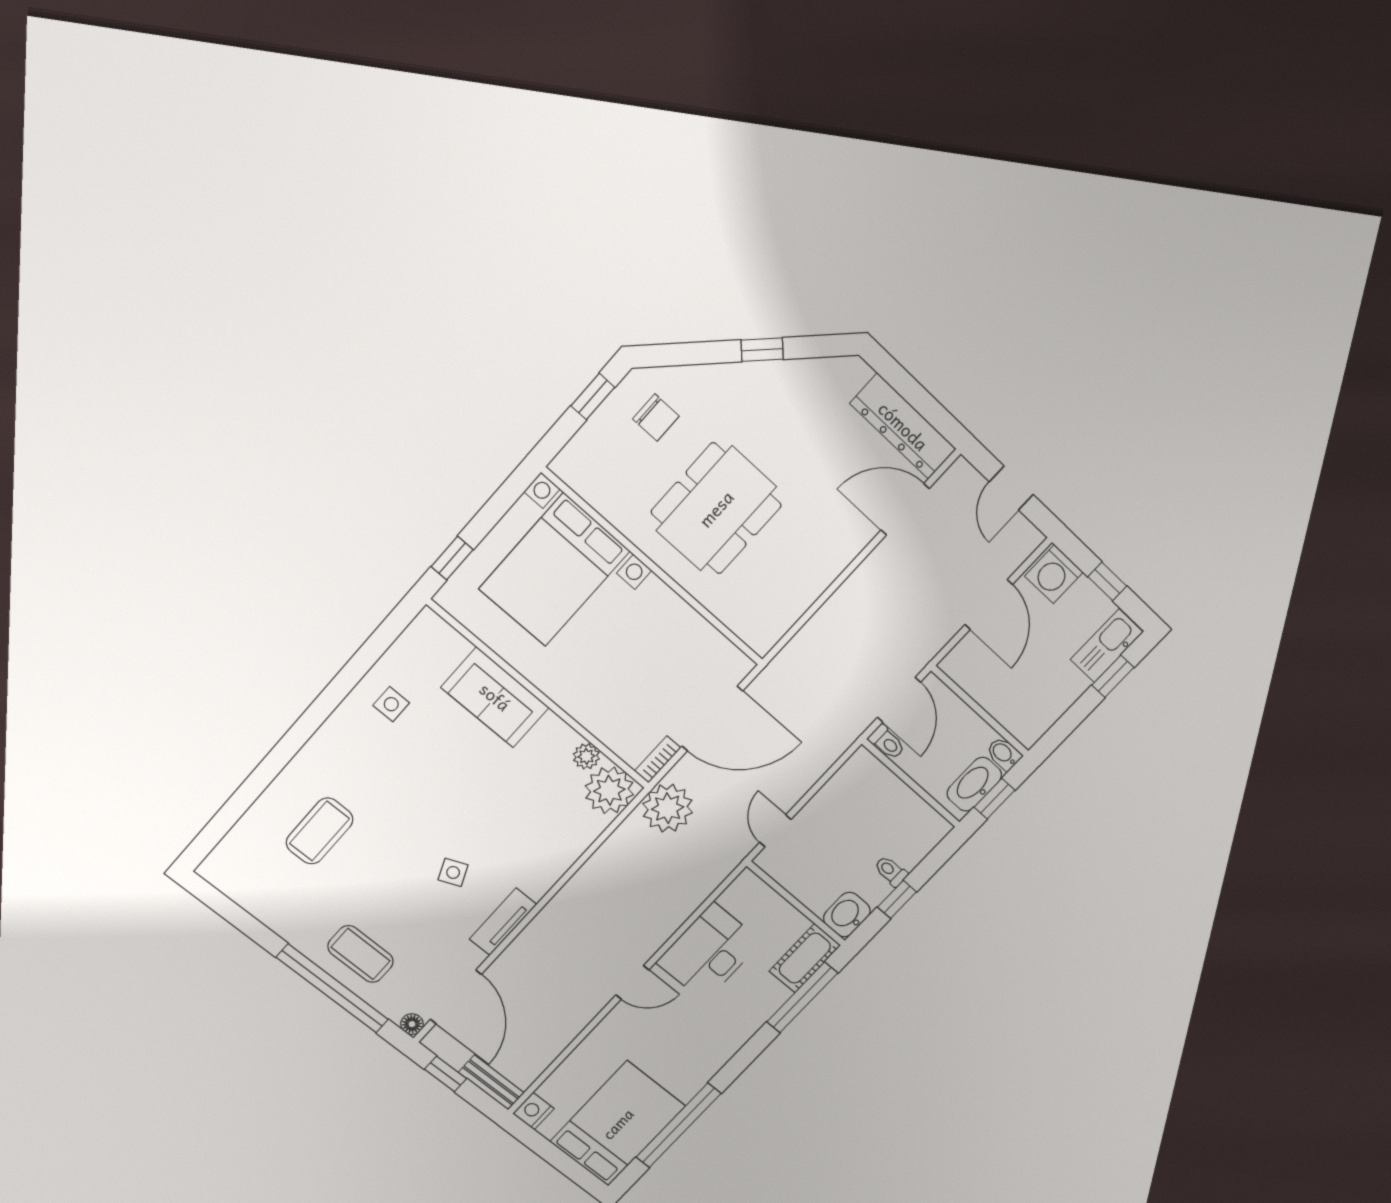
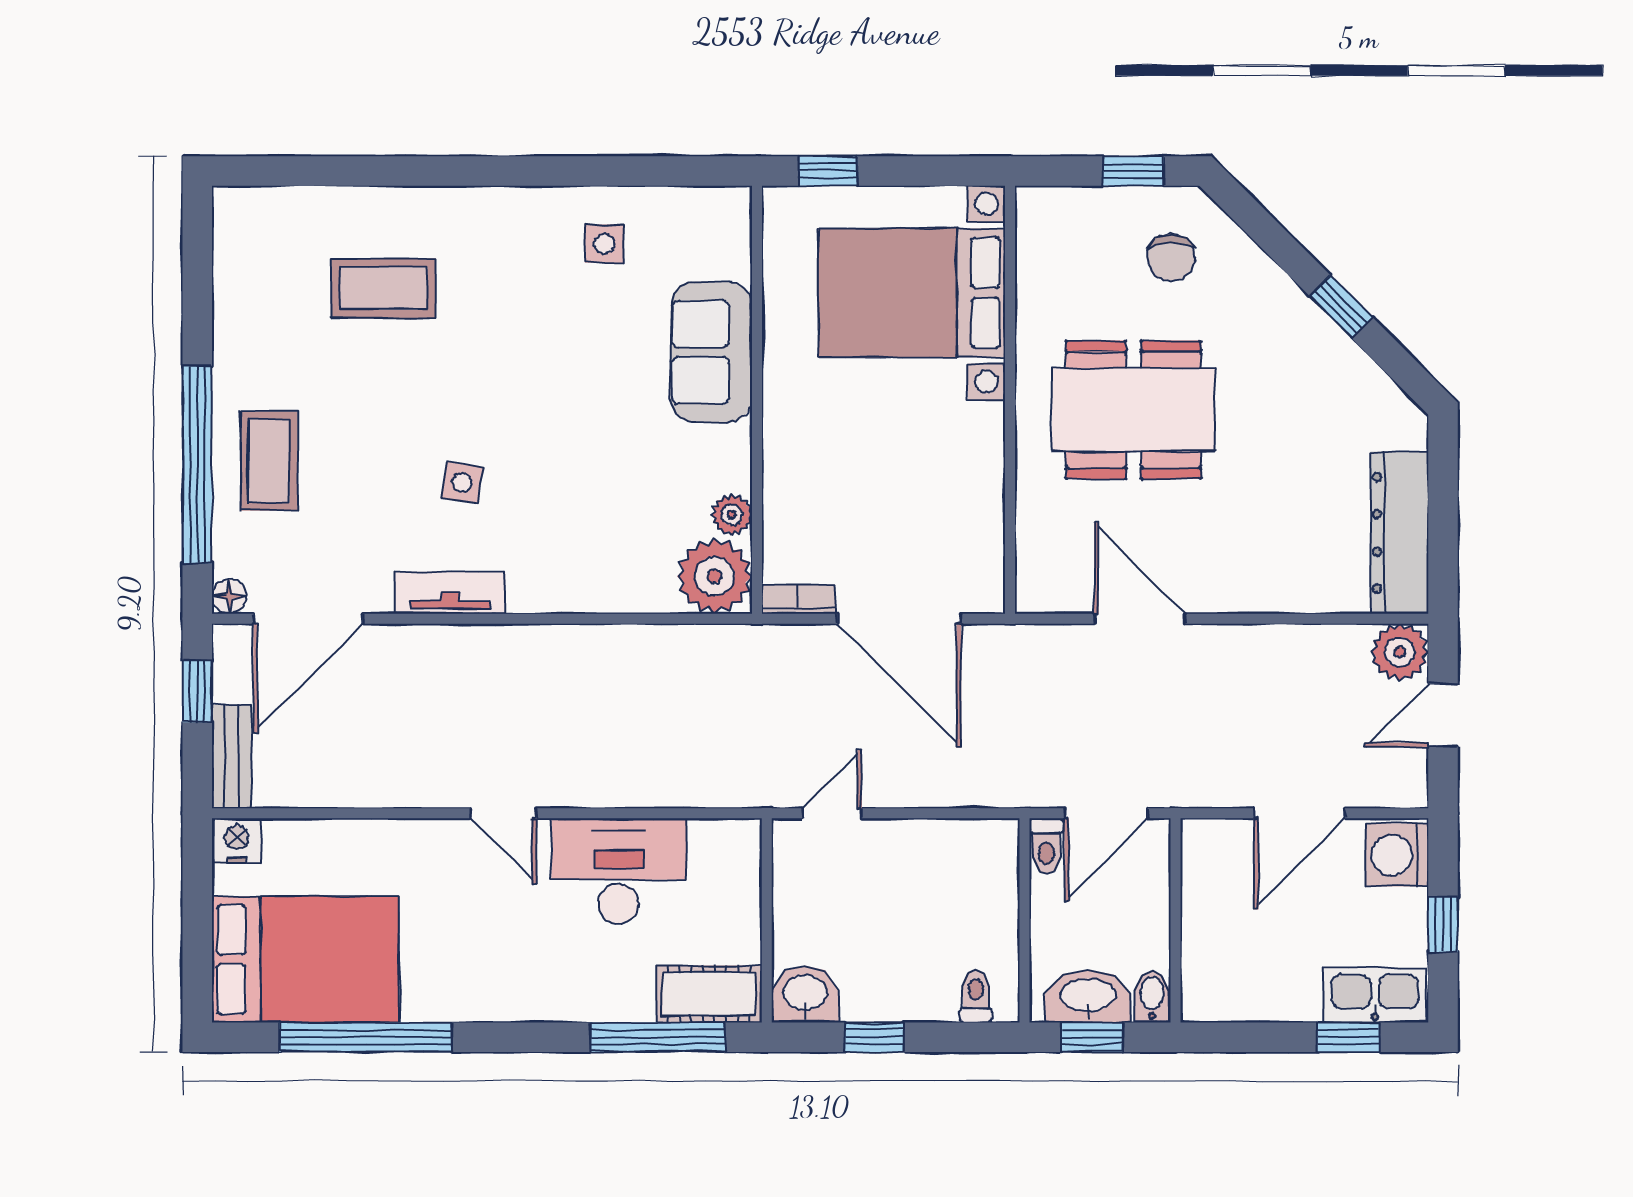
door: (905, 509) -> (1140, 619), moved
plant: (668, 808) -> (1400, 652), moved, width x0.73, depth x0.73
toilet: (891, 871) -> (976, 997), moved
side table: (453, 872) -> (462, 483), turned 32

